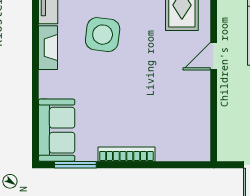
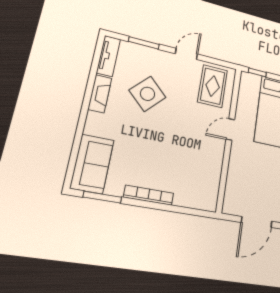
side table: (103, 35) -> (147, 94), turned 37

